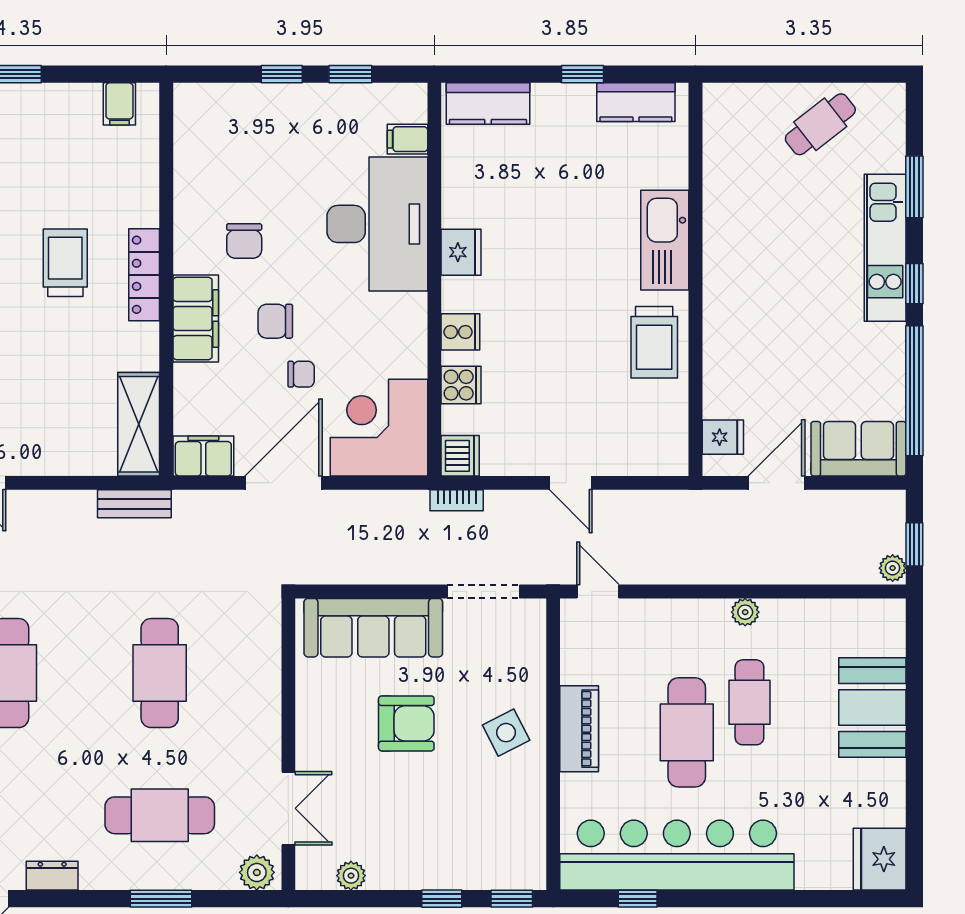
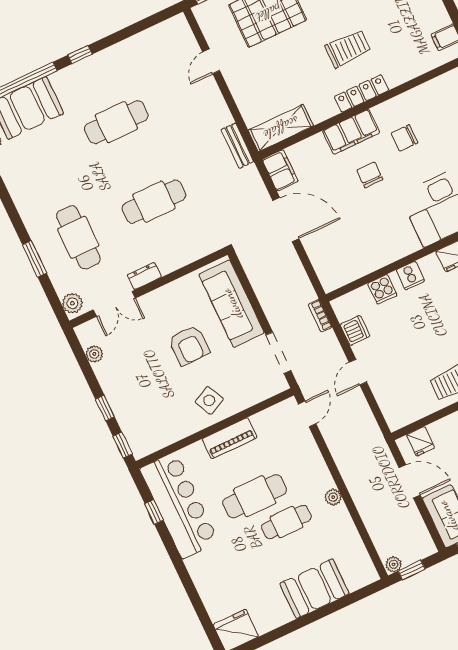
chair: (301, 374) -> (348, 202), removed
corner desk: (379, 428) -> (339, 256), removed
dishwasher: (460, 456) -> (355, 330), moved, turned -90
bar counter: (677, 855) -> (179, 505), width x0.73
dresser: (52, 876) -> (144, 276), moved, turned -90

